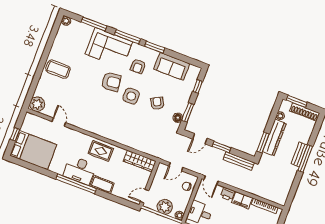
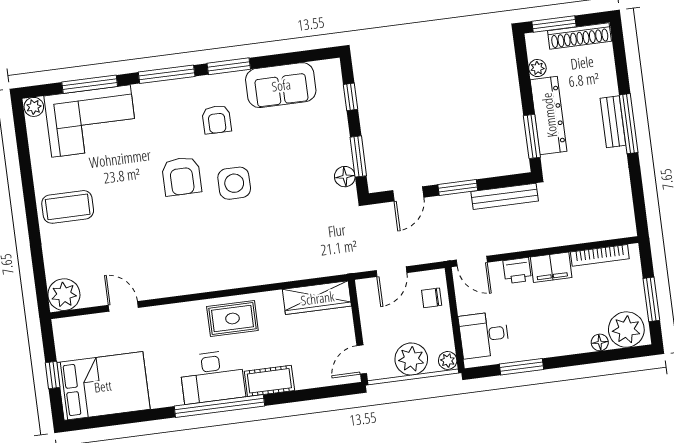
corner sofa: (109, 48) -> (91, 121), moved
armchair: (111, 82) -> (182, 176), turned 97
armchair: (157, 103) -> (291, 170), removed

